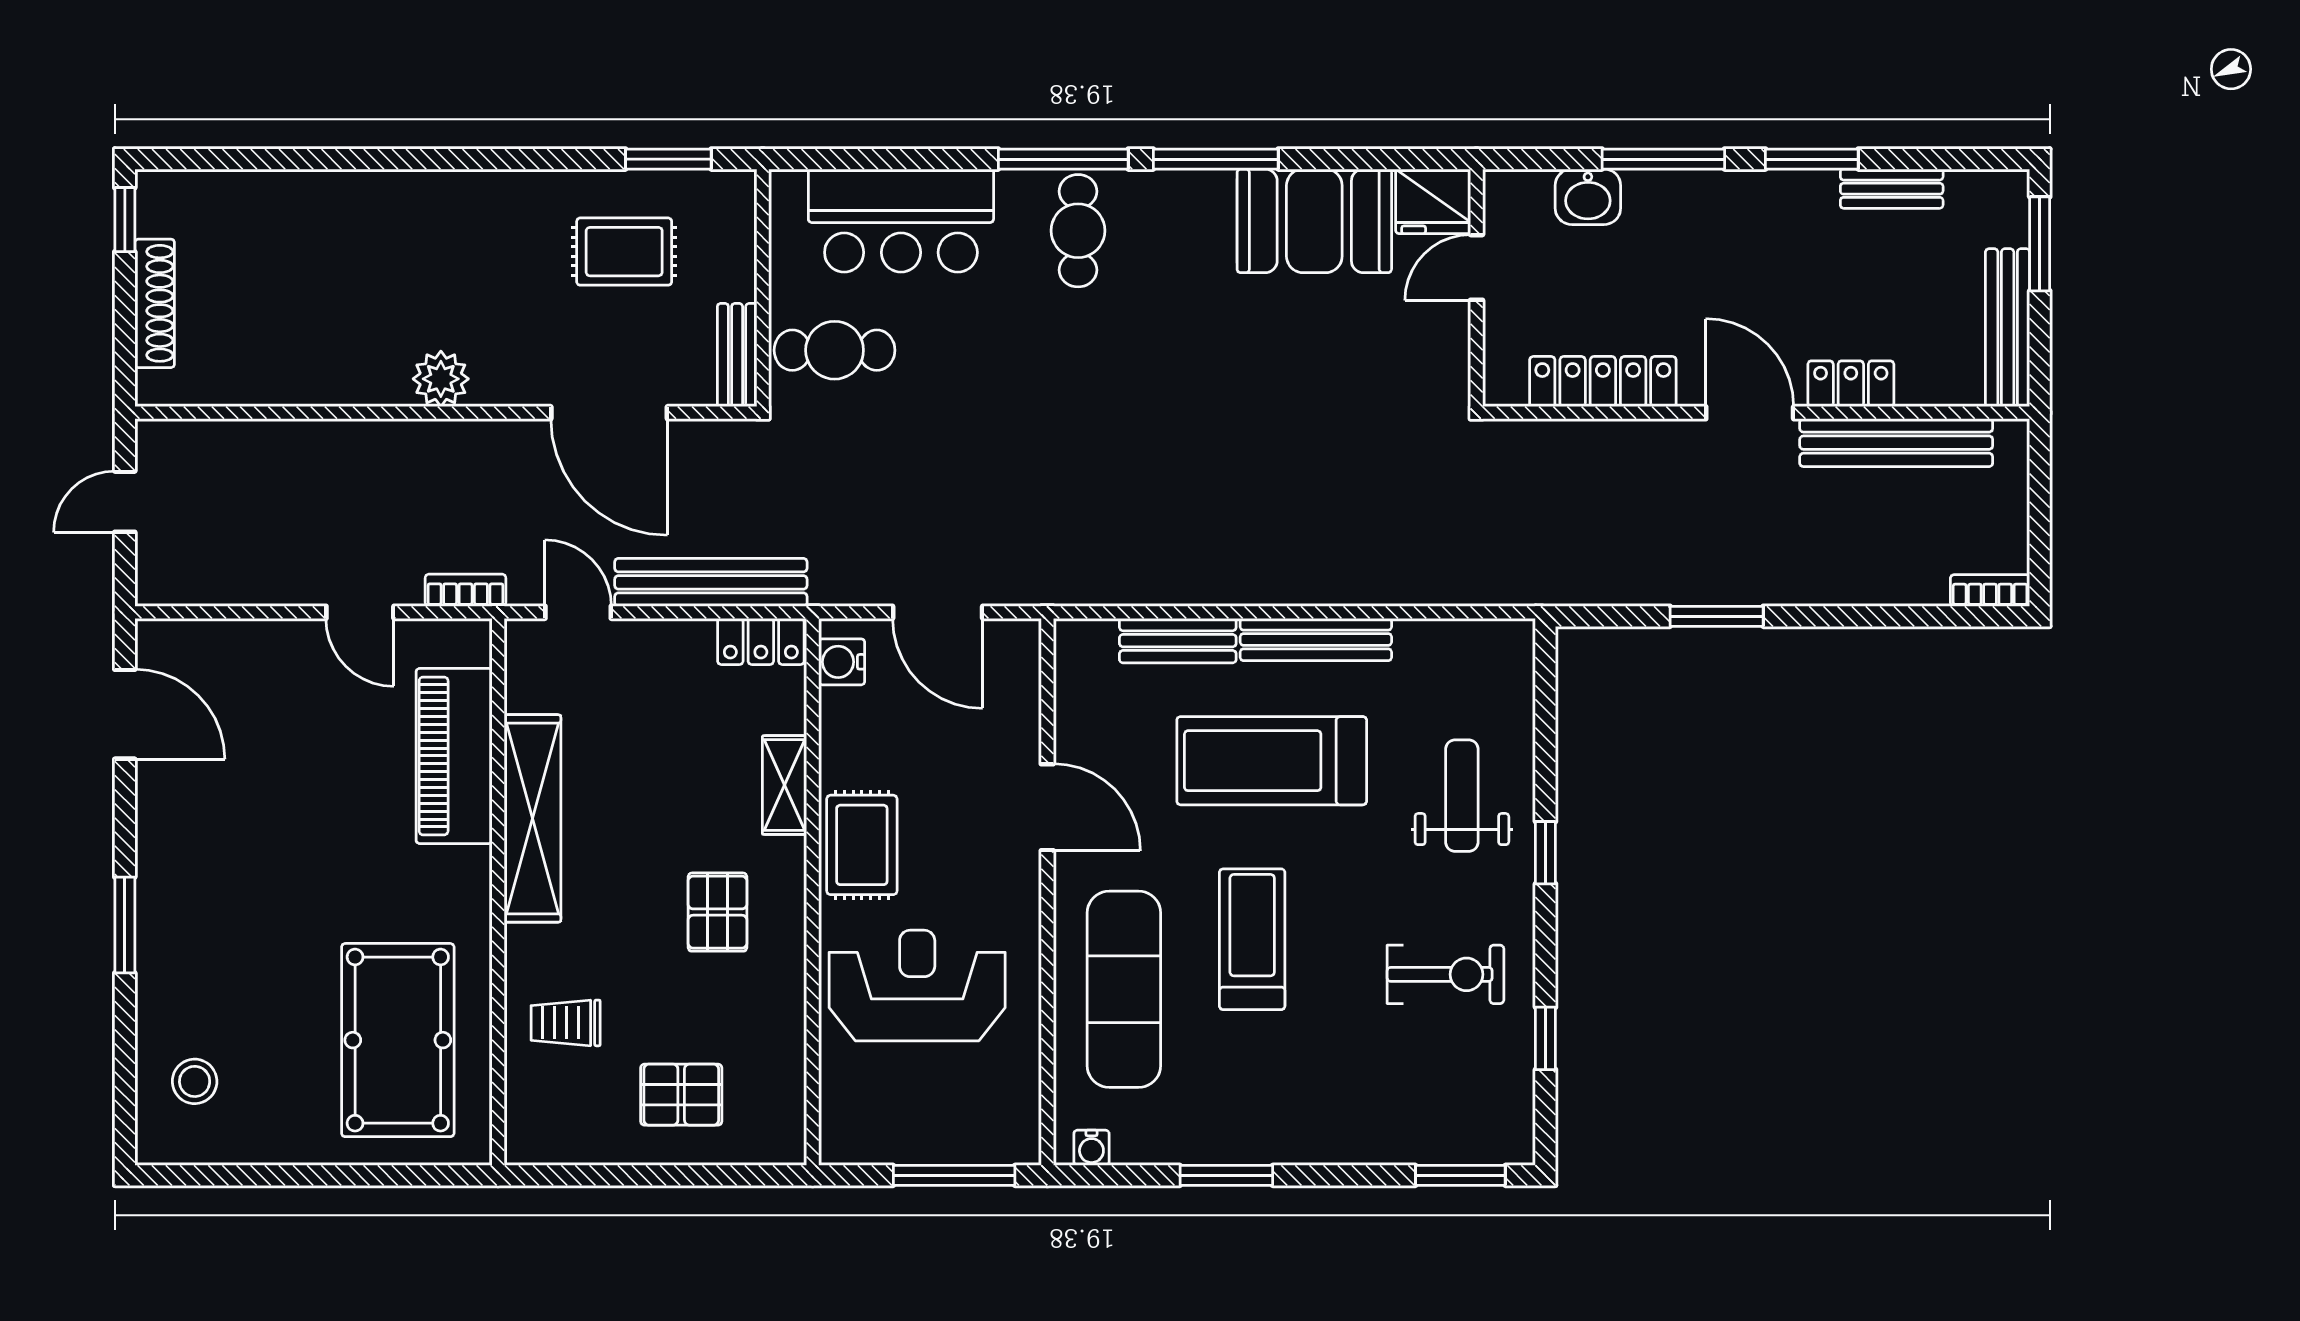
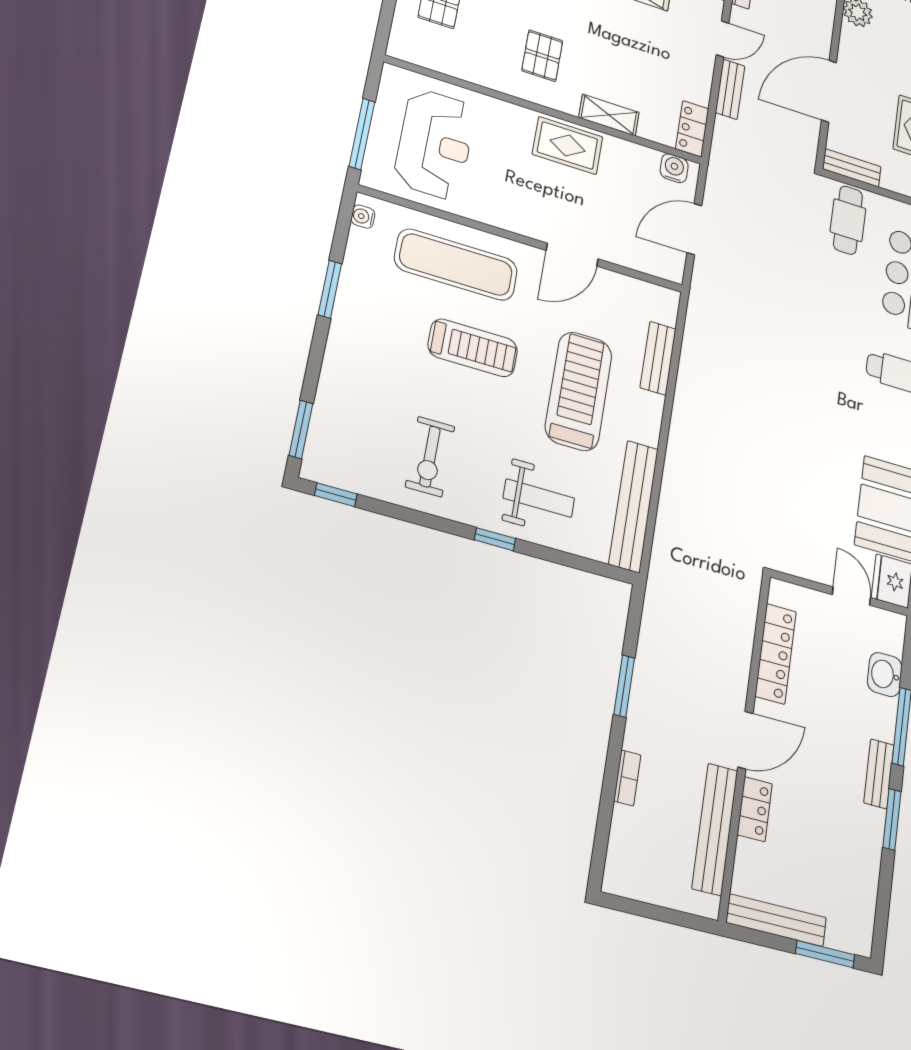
bench: (1892, 189) -> (879, 774), moved
bench: (711, 582) -> (730, 89), width x0.54, depth x0.82
bookcase: (1990, 590) -> (627, 778), moved
bench: (1316, 639) -> (634, 506), moved, width x1.37, depth x1.21
pallet: (717, 912) -> (542, 56), turned 90
reception desk: (917, 986) -> (435, 144), moved
window: (1545, 1038) -> (336, 495), moved

